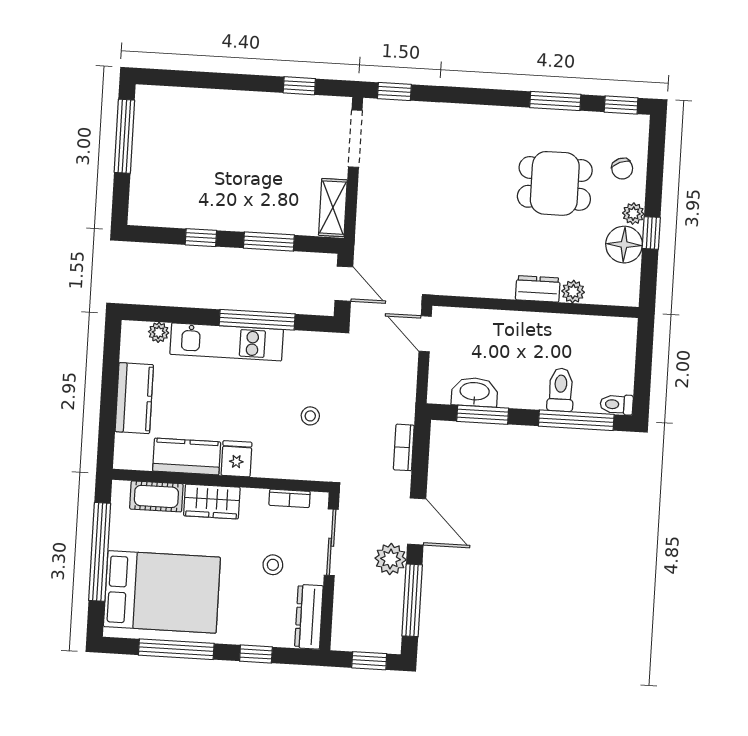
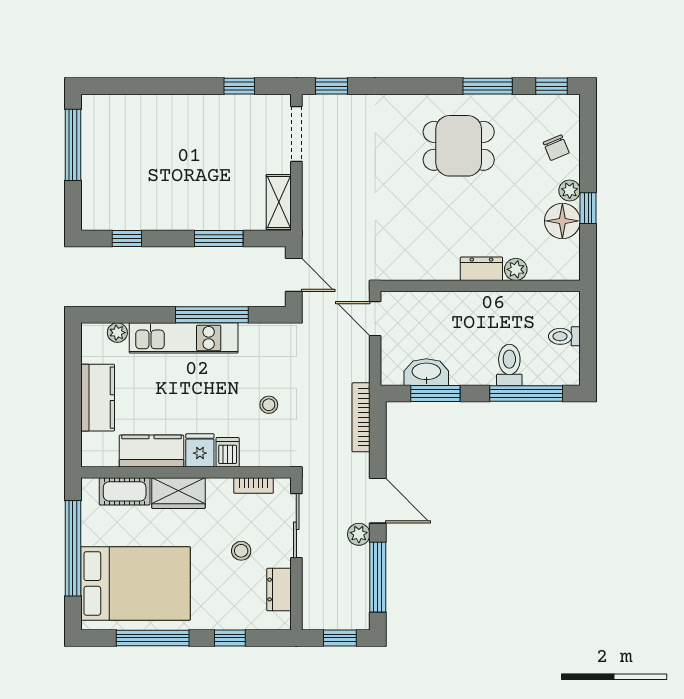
dining table: (555, 183) -> (459, 146), moved
window: (201, 238) -> (127, 239), moved
toilet: (617, 404) -> (564, 336), moved
bookcase: (404, 447) -> (361, 417), width x1.56
dishwasher: (265, 462) -> (228, 452), added
plant: (391, 559) -> (359, 534), width x0.73, depth x0.73
dresser: (309, 617) -> (279, 590), width x0.70

